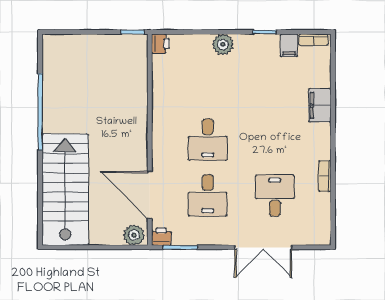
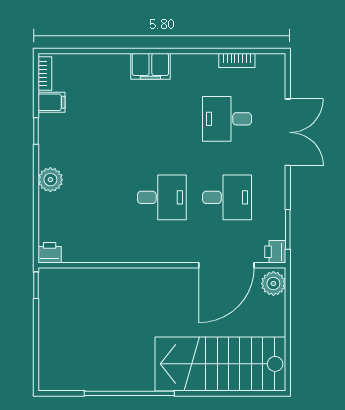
filing cabinet: (320, 105) -> (150, 66), moved
bookcase: (325, 176) -> (237, 60), moved

